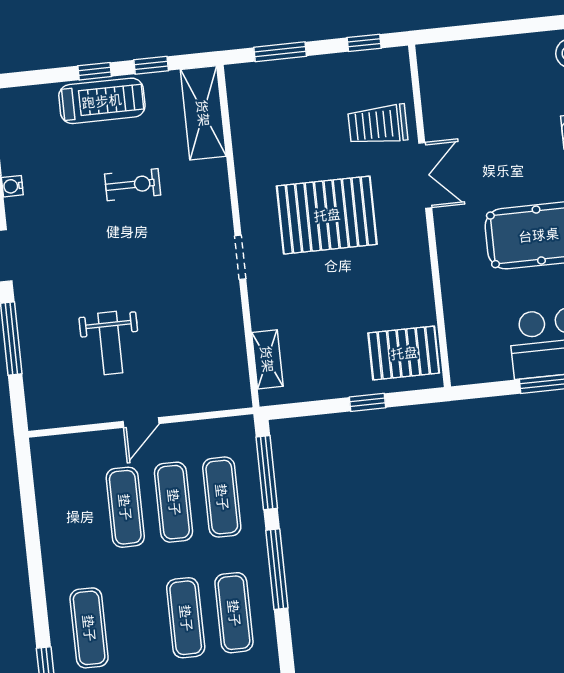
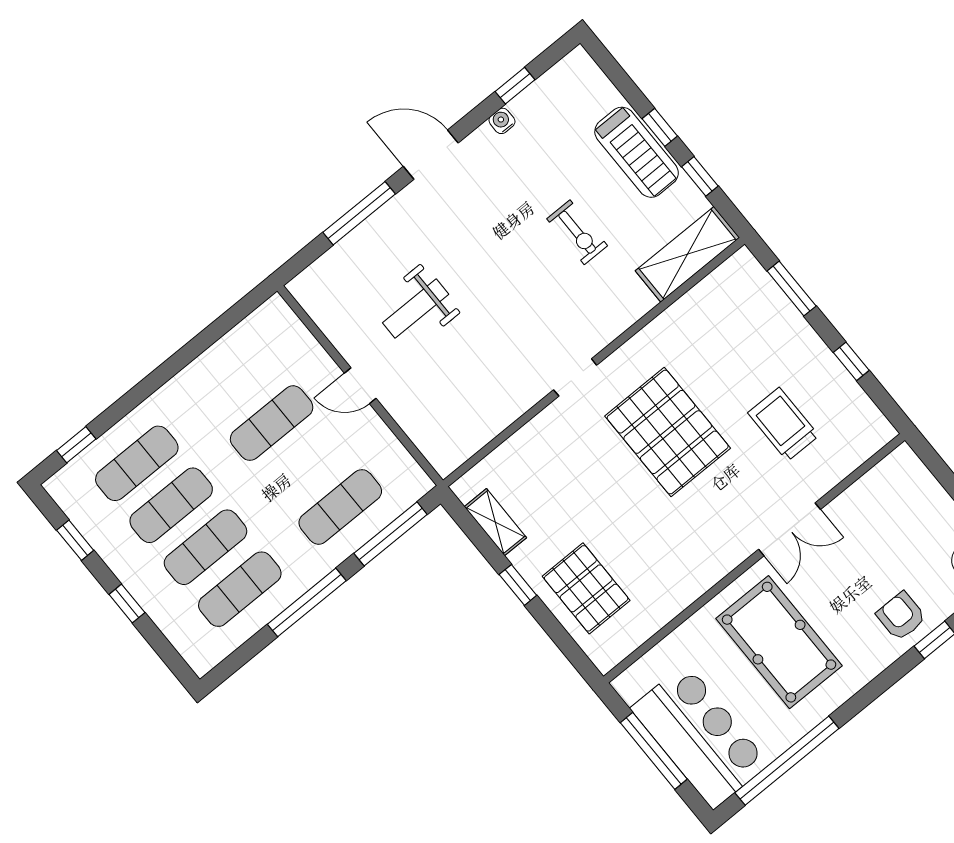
double door: (425, 175) -> (790, 529), moved
wall: (430, 216) -> (754, 558), moved
shelving: (267, 359) -> (495, 522), moved, turned 90
exercise mat: (174, 502) -> (171, 505), moved

